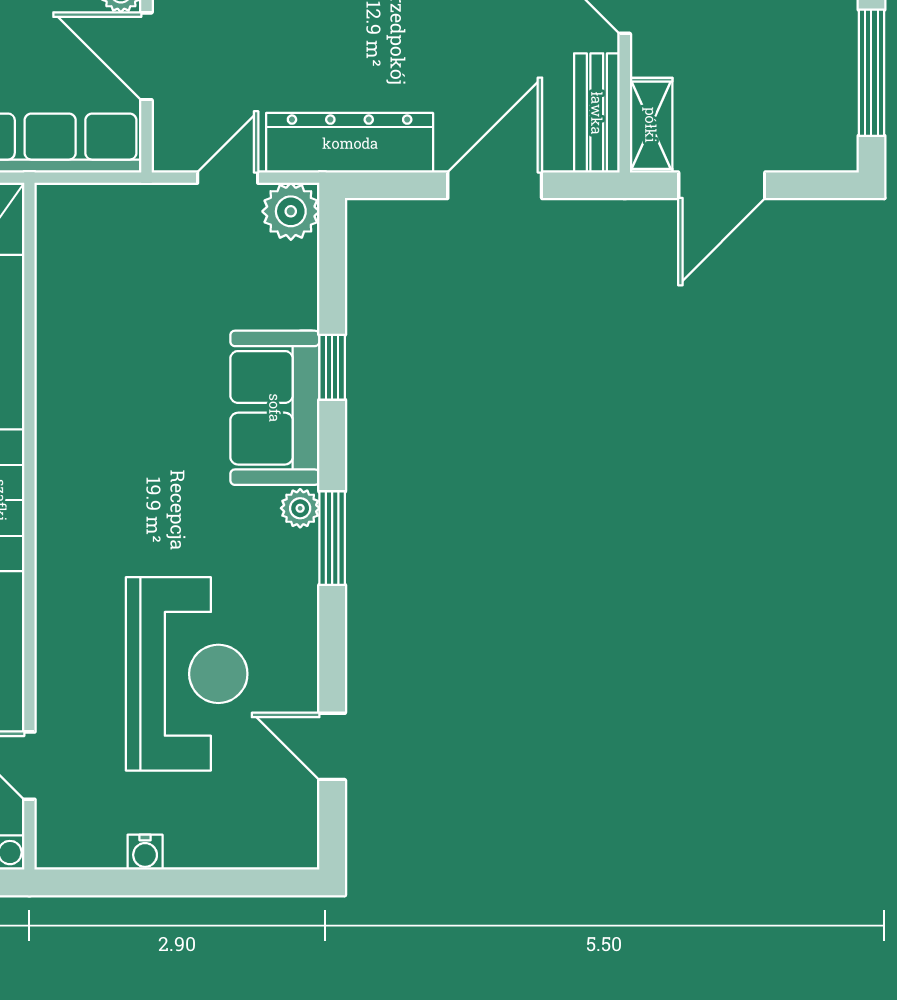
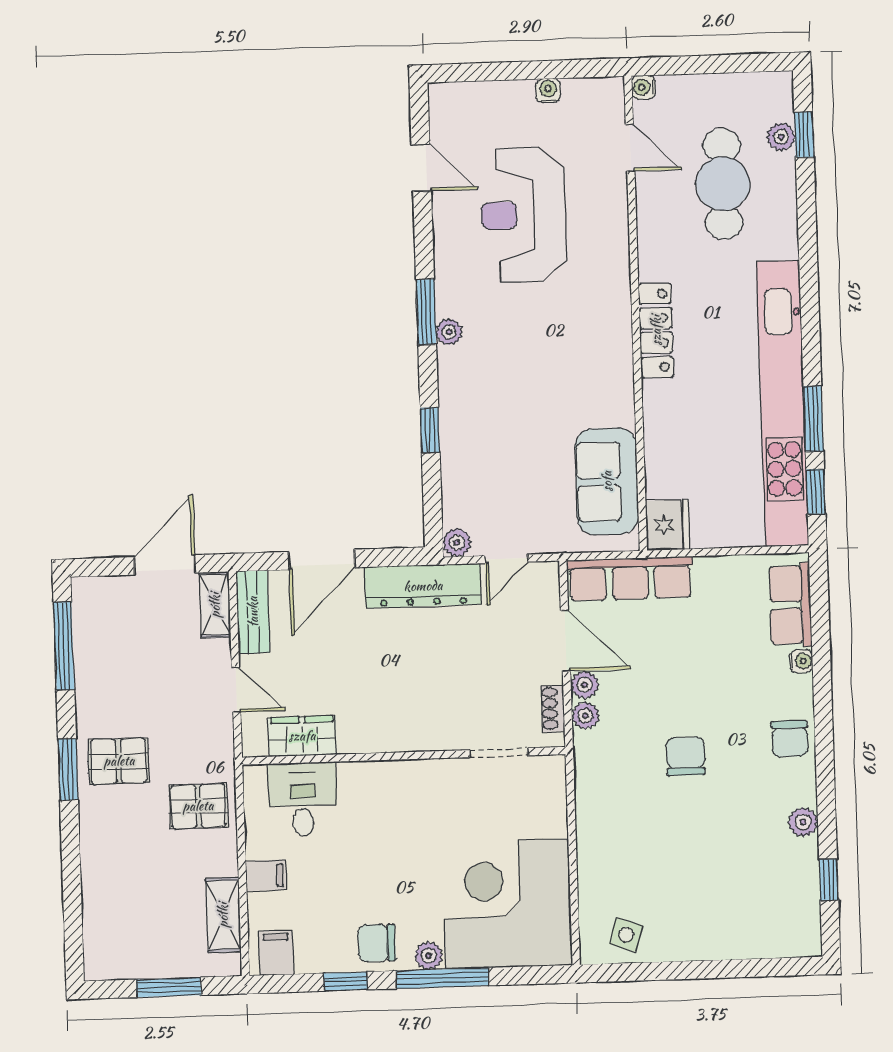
plant: (291, 211) -> (457, 543), width x0.73, depth x0.73
sofa: (275, 408) -> (607, 481), moved, turned 180

